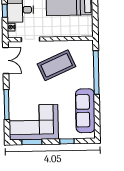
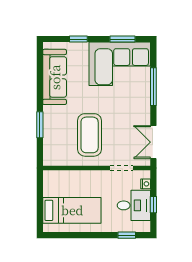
coffee table: (57, 65) -> (90, 135), turned -66
window: (96, 73) -> (40, 125), width x0.47

